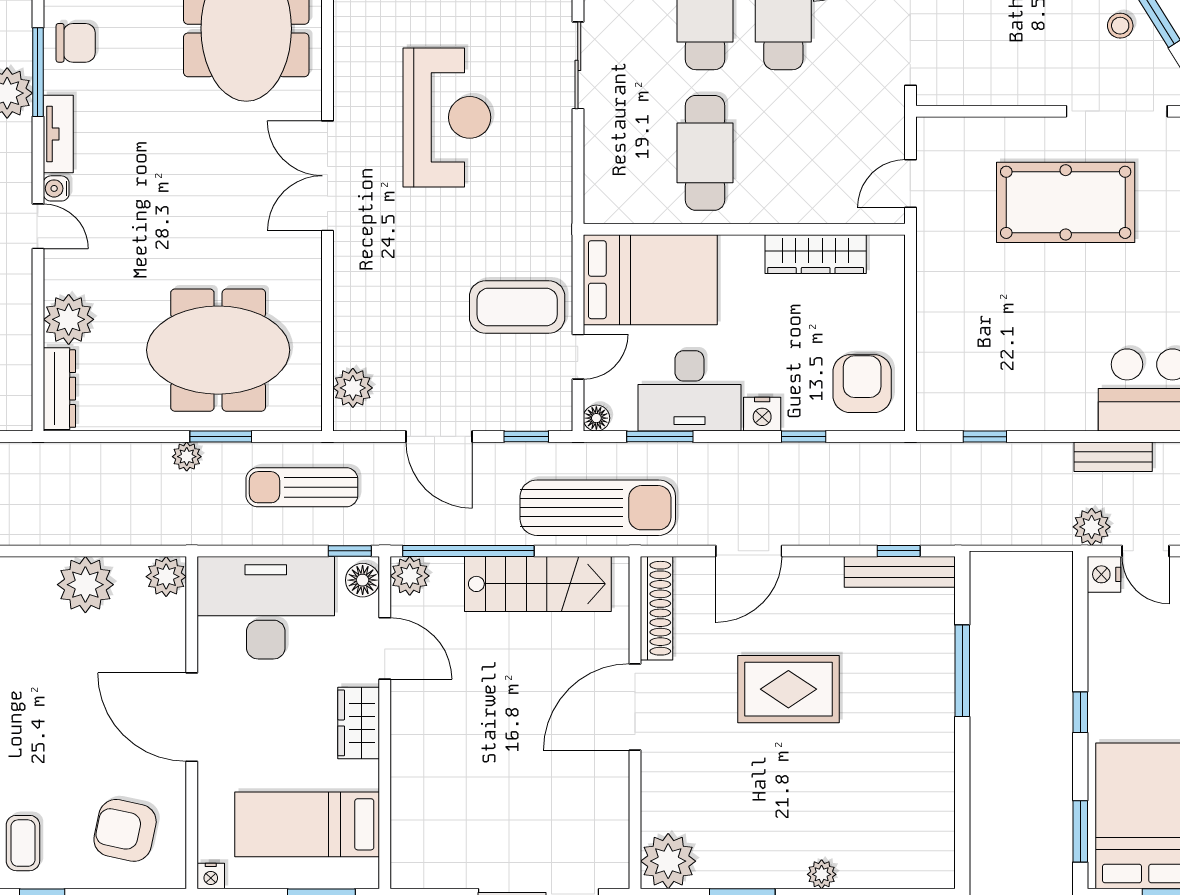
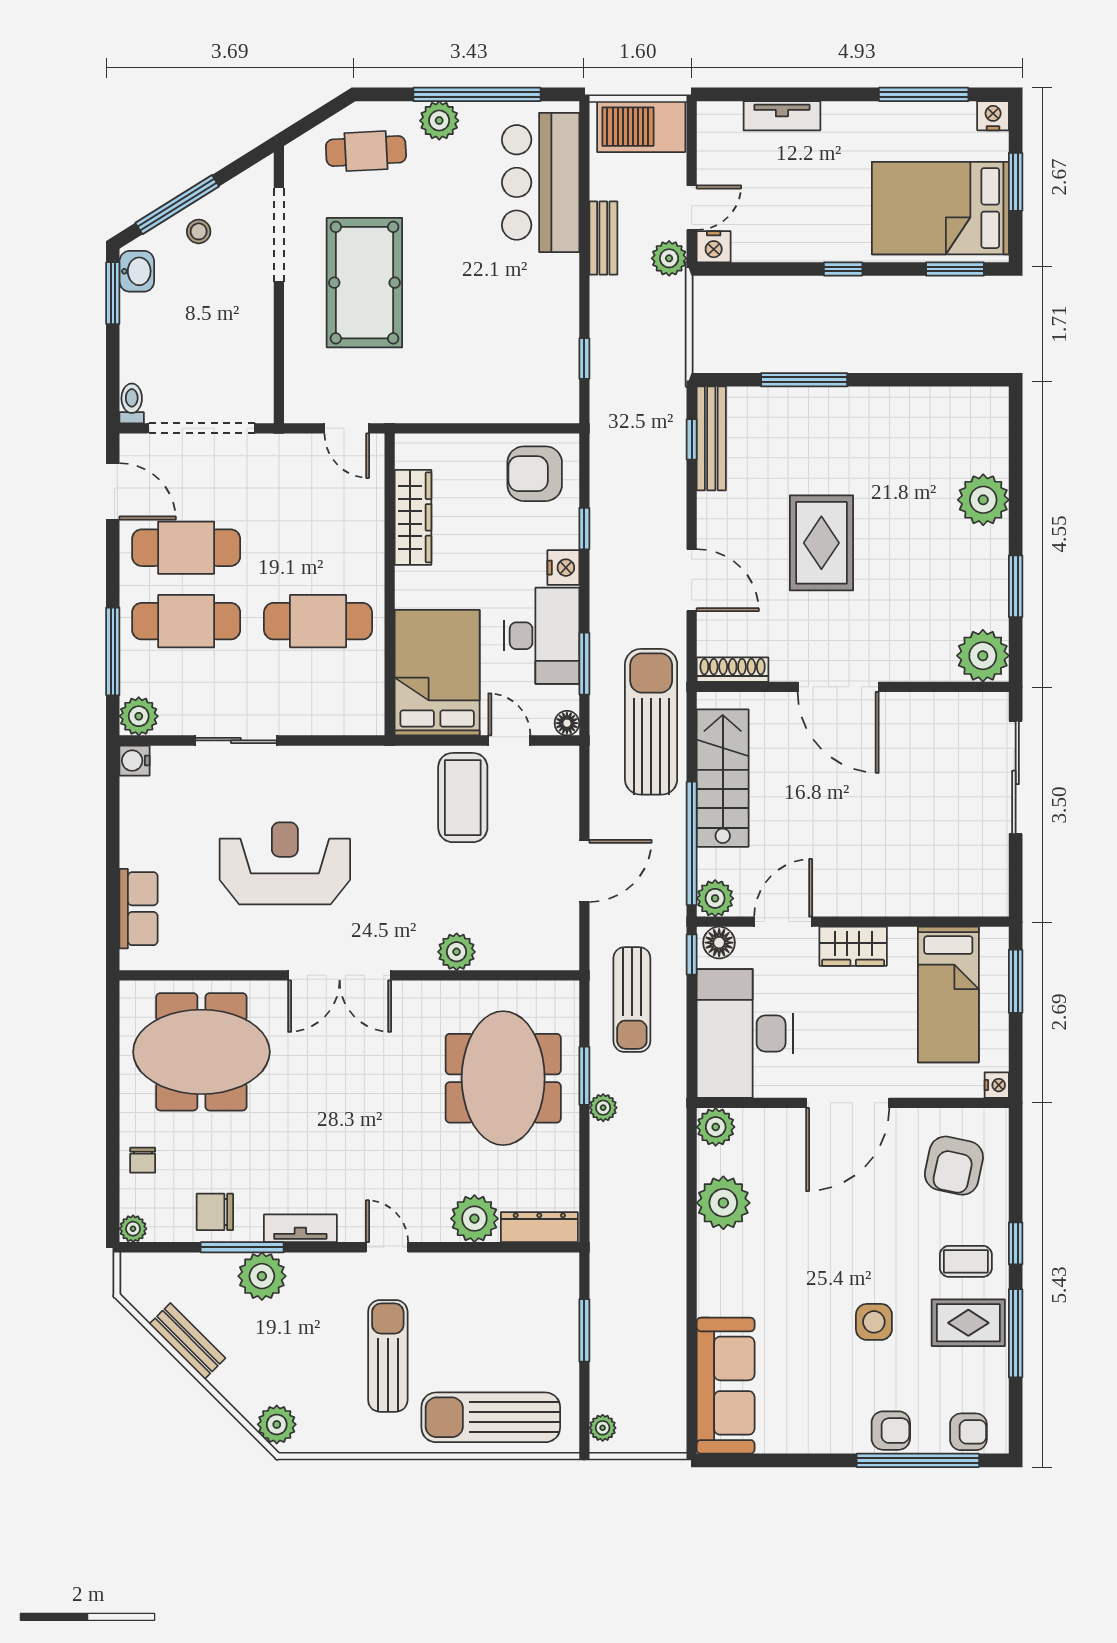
chair: (76, 43) -> (215, 1212), turned -90
water cooler: (56, 188) -> (351, 1230), removed
door: (38, 226) -> (387, 1247), hinge flipped
plant: (353, 388) -> (457, 952), moved
window: (526, 437) -> (584, 789), removed
shoe rack: (656, 608) -> (733, 670), width x0.74, depth x0.81
plant: (822, 874) -> (983, 500), width x1.87, depth x1.87

